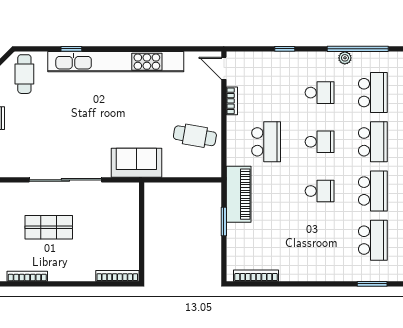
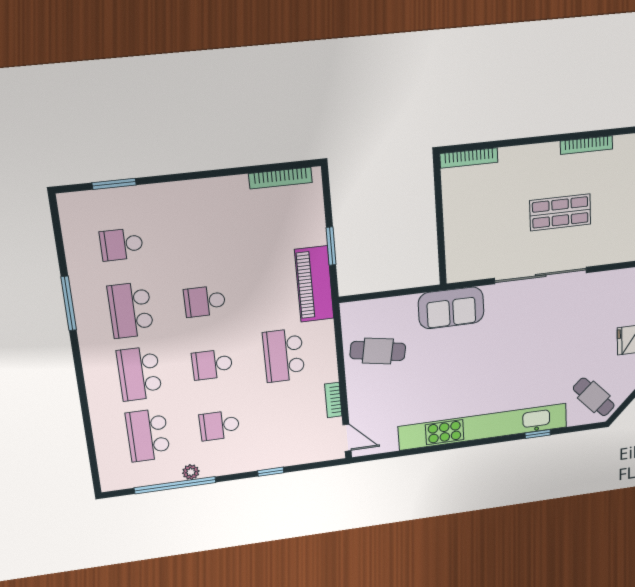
cafe table: (24, 74) -> (594, 397), turned -43
school desk: (373, 240) -> (121, 244), width x0.54

